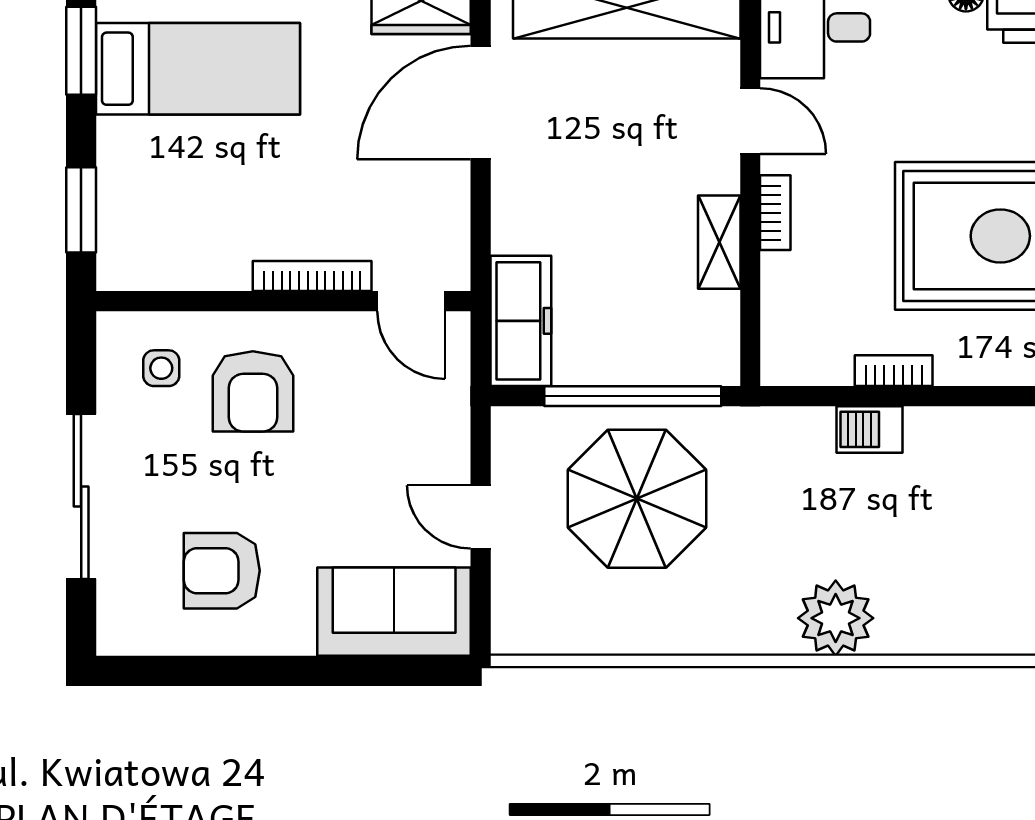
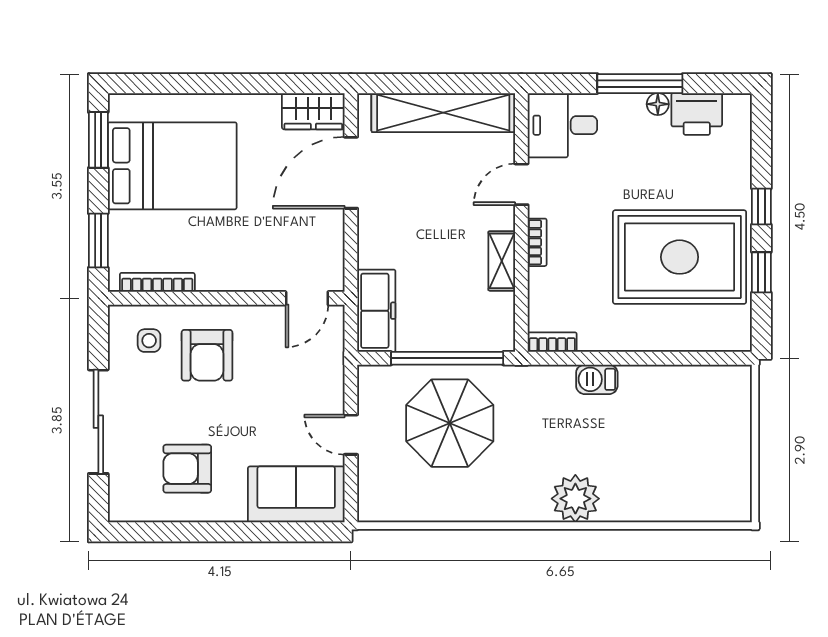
bed: (198, 69) -> (172, 166), width x1.50
door: (750, 121) -> (521, 184), swing flipped
bookcase: (312, 276) -> (157, 282), moved
door: (411, 301) -> (307, 298), hinge flipped
bookcase: (894, 371) -> (552, 342), moved

